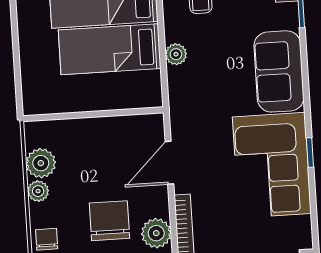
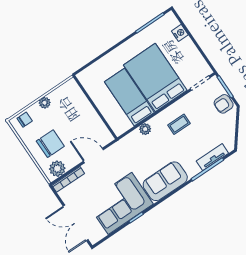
plant: (41, 163) -> (58, 96), removed

